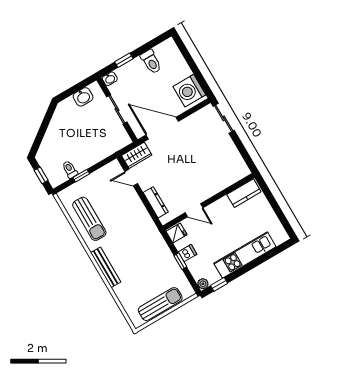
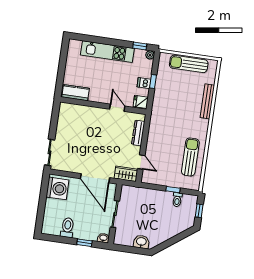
washbasin: (83, 97) -> (141, 242), moved
bench: (106, 267) -> (207, 101), moved

